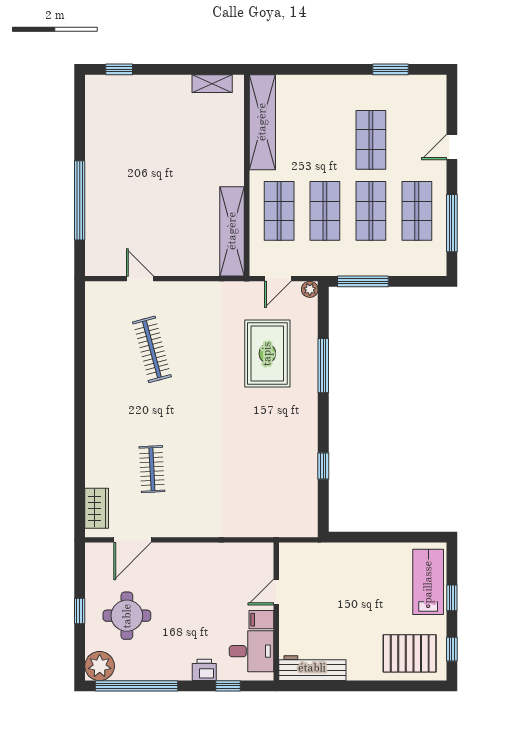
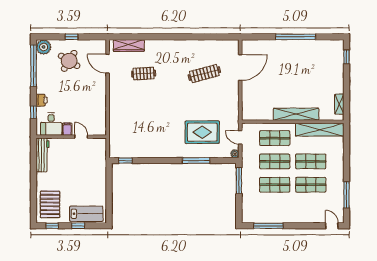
window: (391, 69) -> (347, 195), width x1.44
door: (452, 147) -> (332, 226), moved
window: (80, 200) -> (296, 37), moved
shop shelf: (417, 211) -> (311, 161), moved
shelving: (232, 231) -> (296, 114), moved
door: (140, 279) -> (240, 68), width x1.87
window: (323, 466) -> (125, 161), moved
wardrobe: (97, 508) -> (129, 45), width x1.50
round table: (127, 616) -> (69, 61), turned 32

